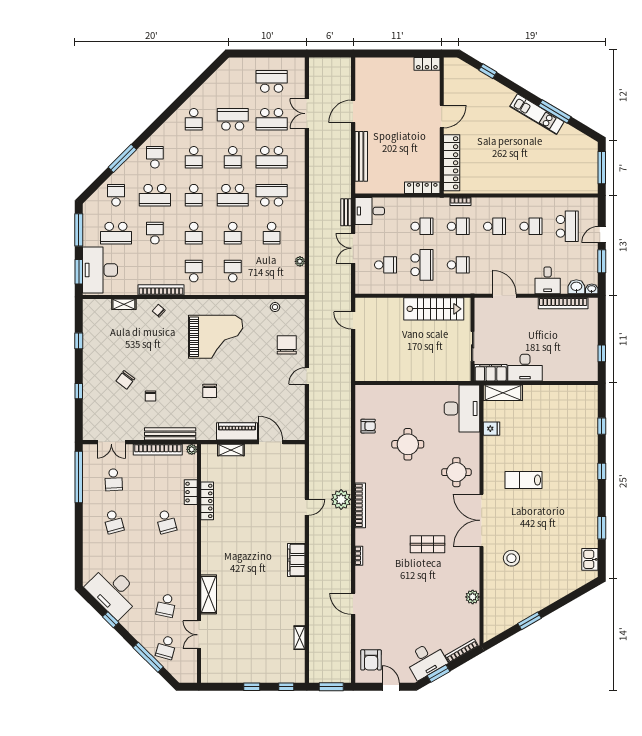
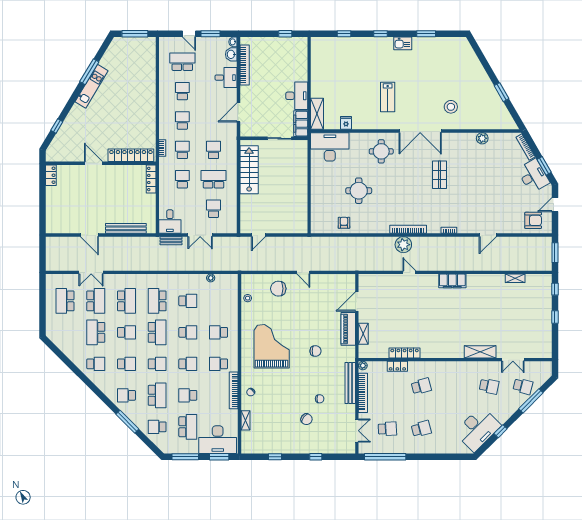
kitchen sink: (590, 559) -> (403, 43), moved

